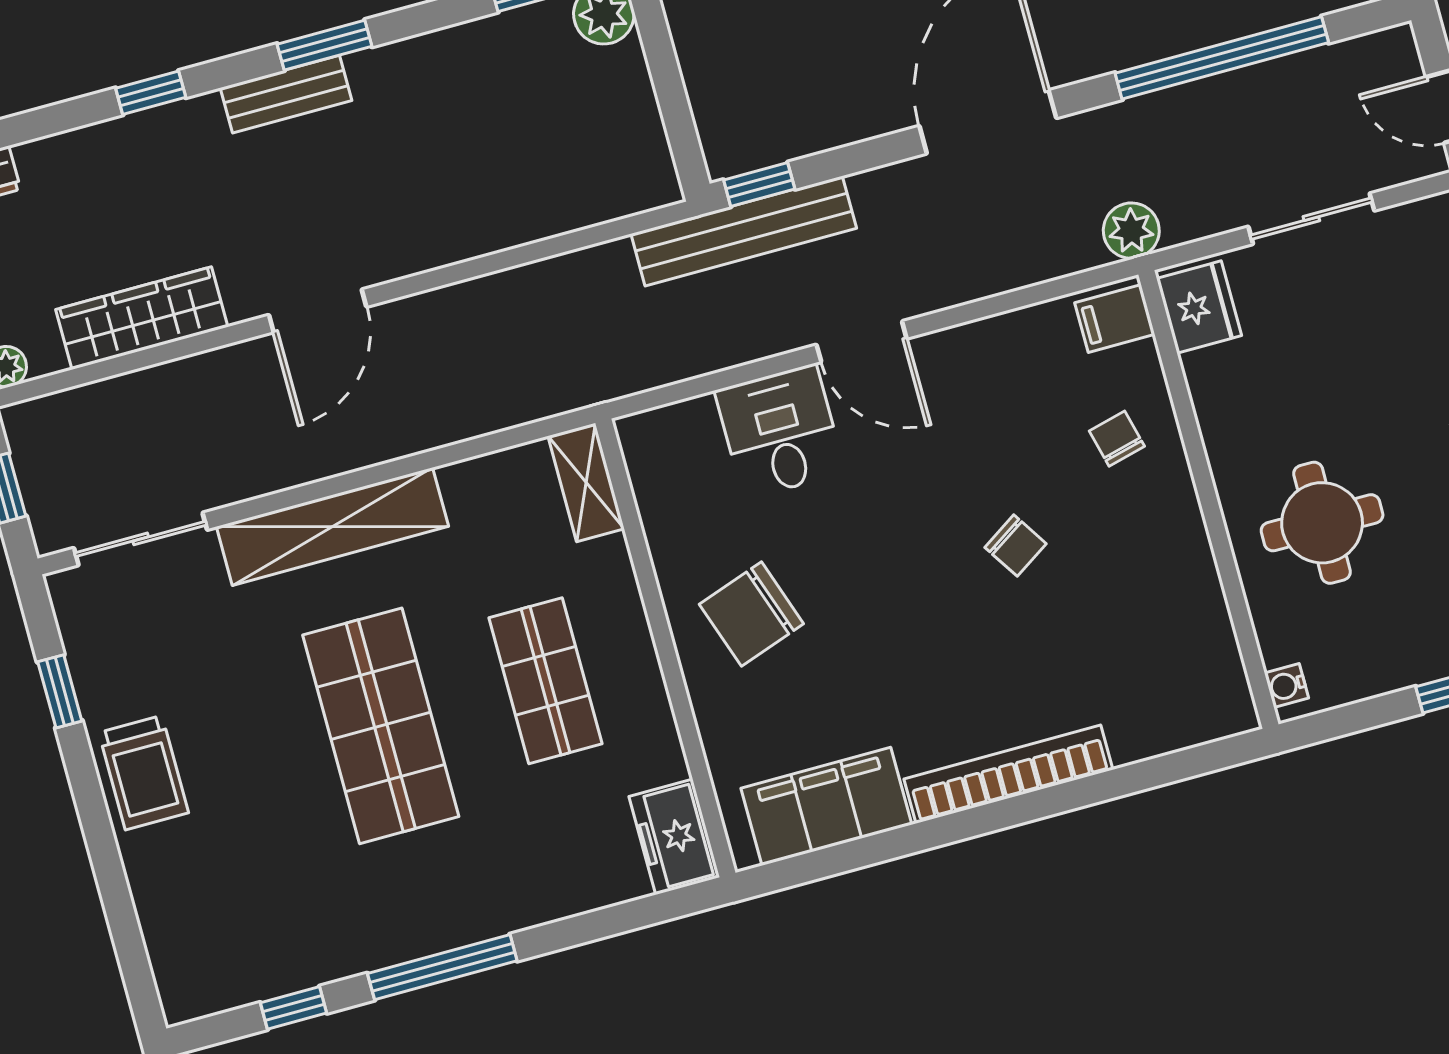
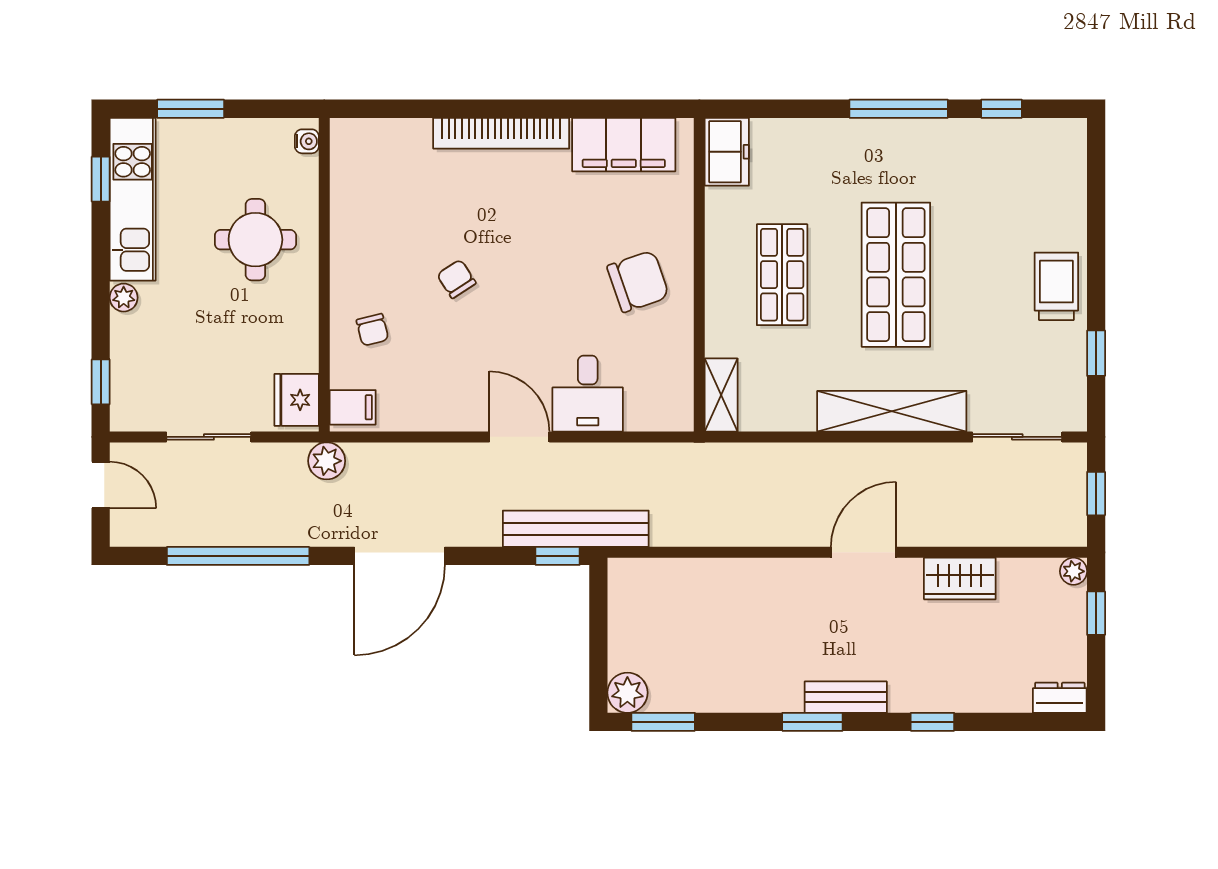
wardrobe: (142, 318) -> (960, 579), width x0.67

